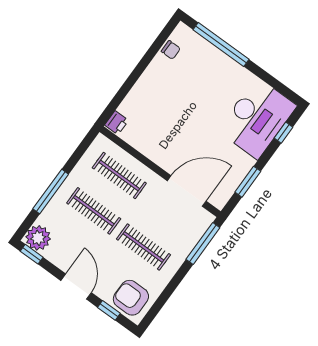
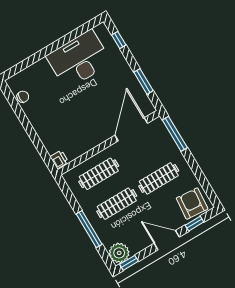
window: (221, 45) -> (35, 58), removed
desk: (257, 118) -> (79, 59), moved, turned -90
armchair: (131, 298) -> (192, 204), turned 95

